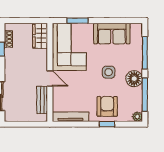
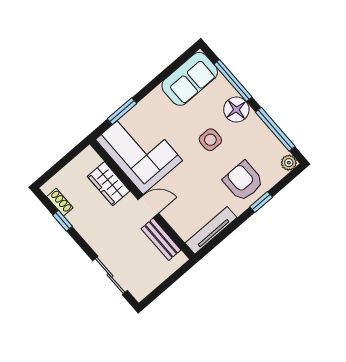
sofa: (112, 34) -> (190, 79), moved
wardrobe: (40, 36) -> (109, 184), moved
floor lamp: (134, 79) -> (236, 109), moved

